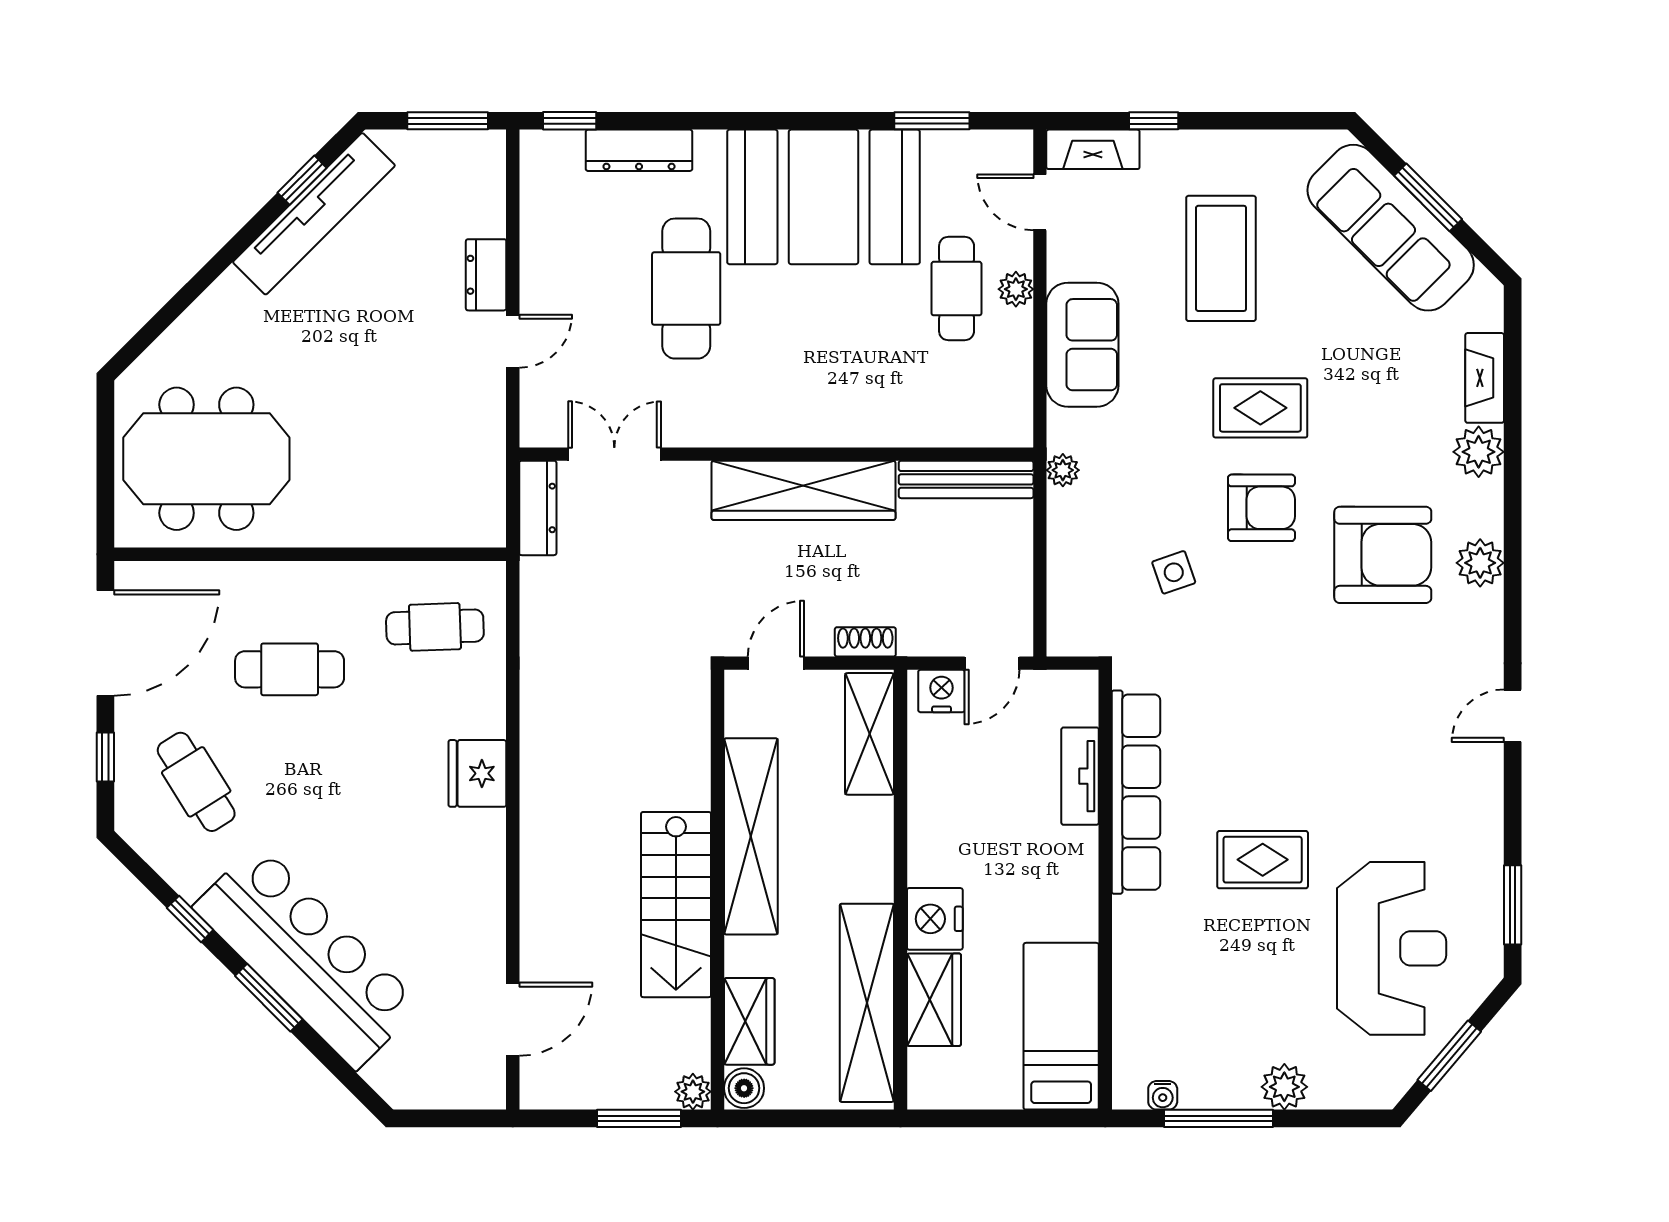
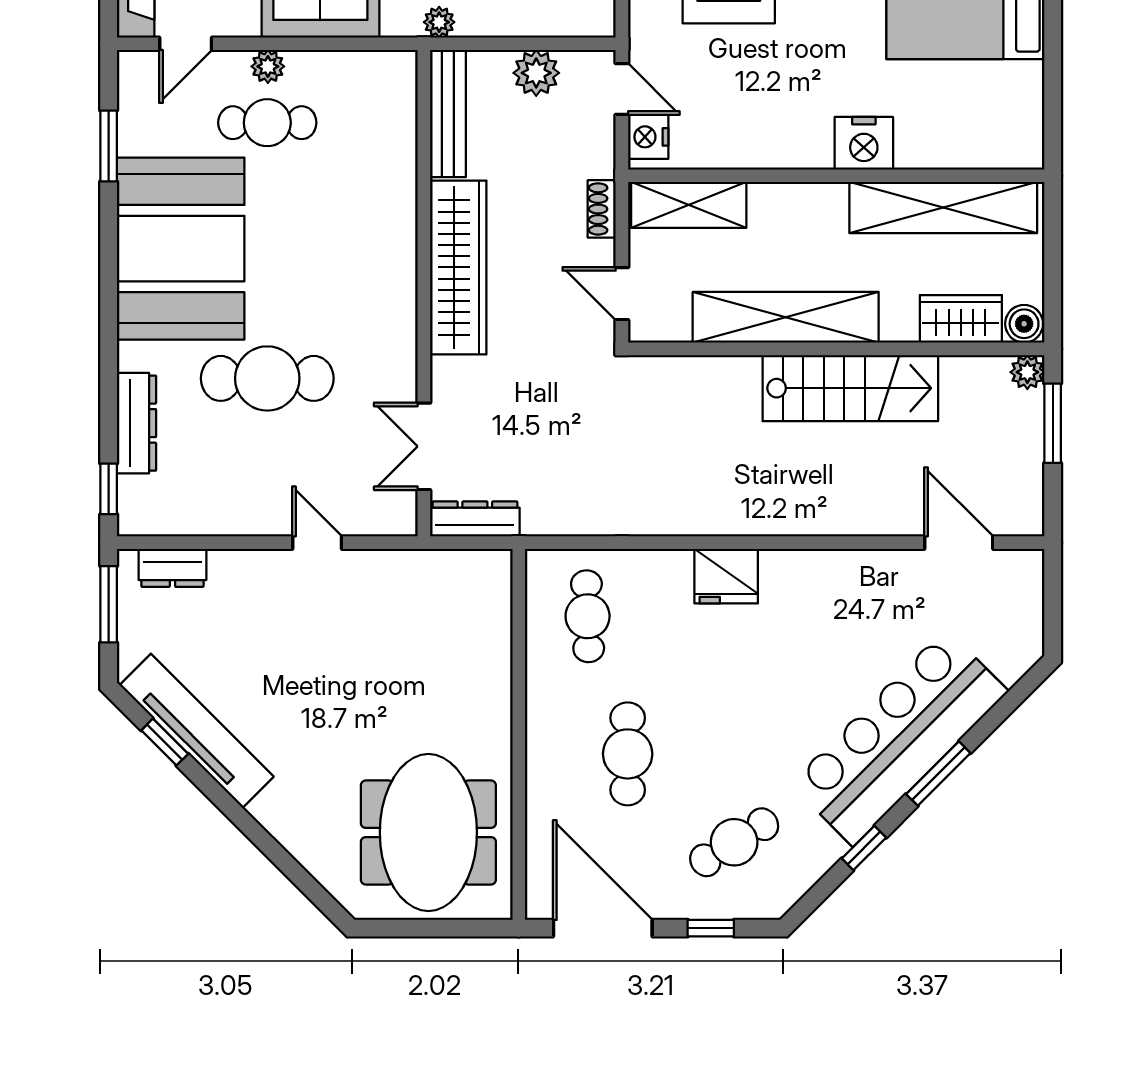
dresser: (486, 275) -> (172, 568), moved
plant: (1009, 573) -> (536, 73), added
wardrobe: (934, 1000) -> (940, 144), removed

